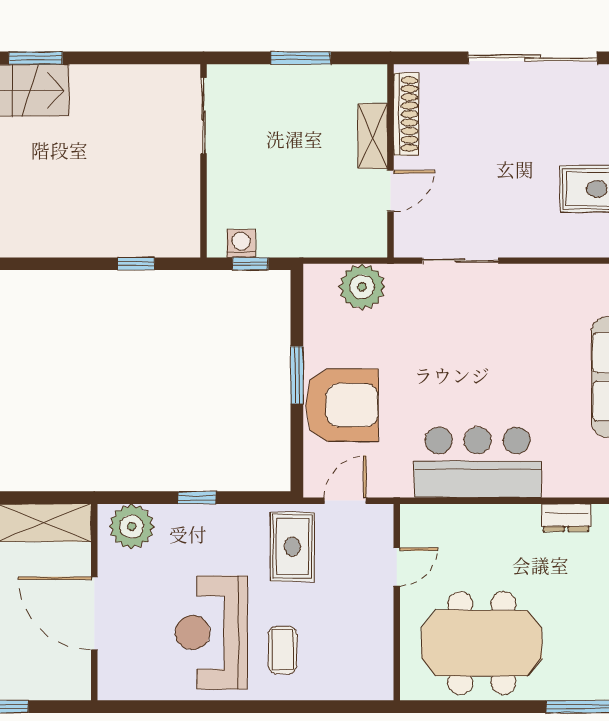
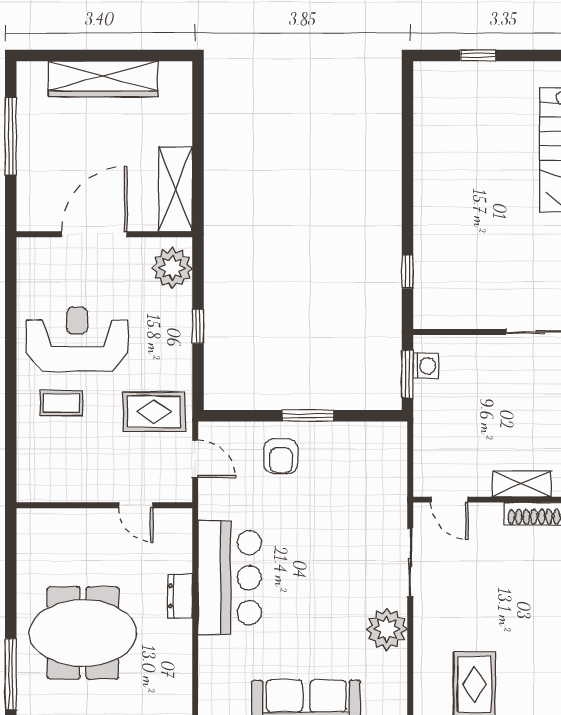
door: (391, 191) -> (450, 500), moved
window: (250, 264) -> (407, 374), width x1.50
plant: (362, 287) -> (387, 629), moved
armchair: (342, 405) -> (281, 456), width x0.53, depth x0.53
dresser: (566, 518) -> (180, 596), moved
meeting table: (482, 643) -> (83, 633), moved, turned 90

